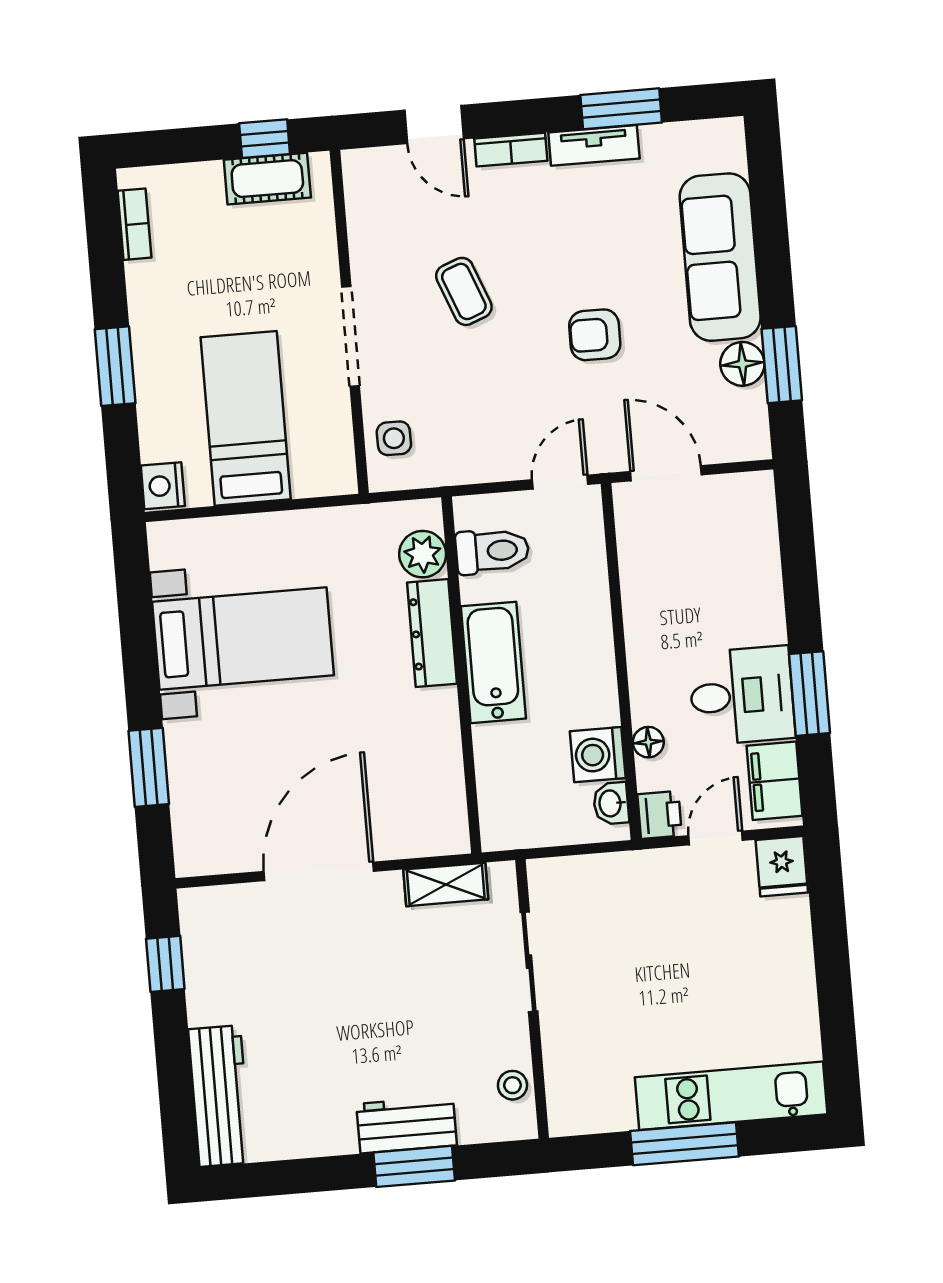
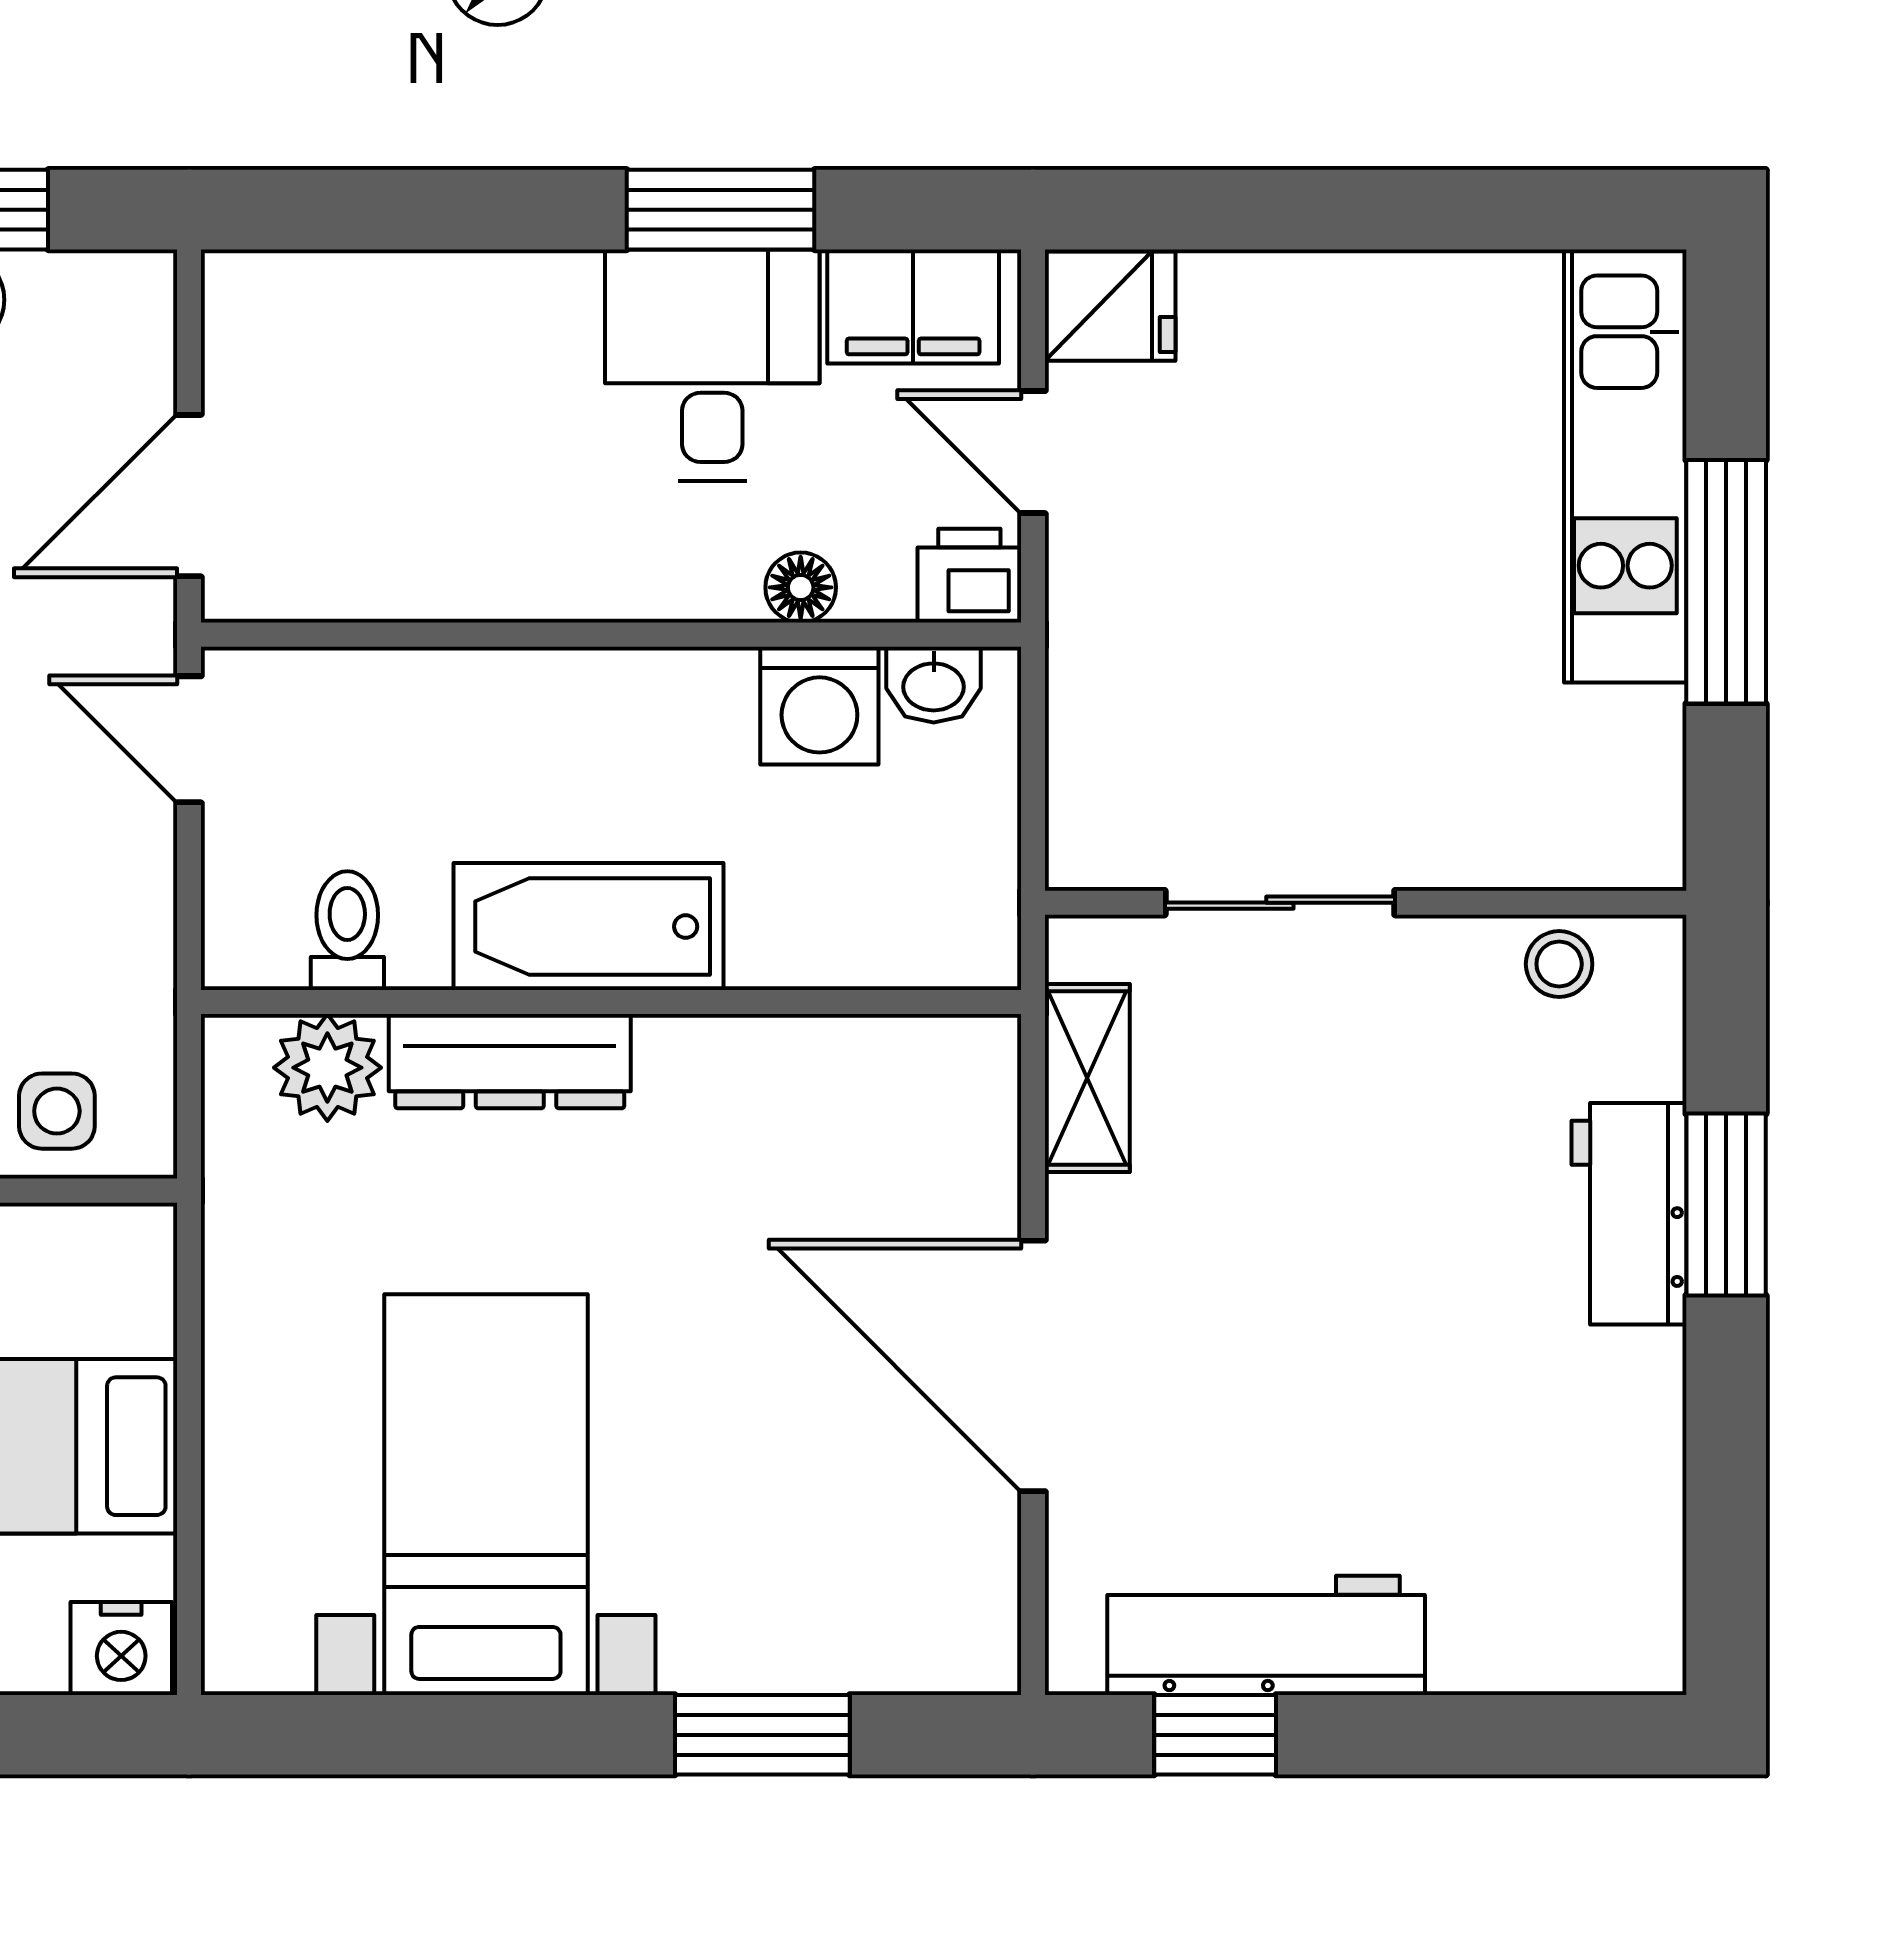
toilet: (492, 551) -> (347, 931), width x0.73, depth x0.72
workbench: (220, 1096) -> (1266, 1635), moved

